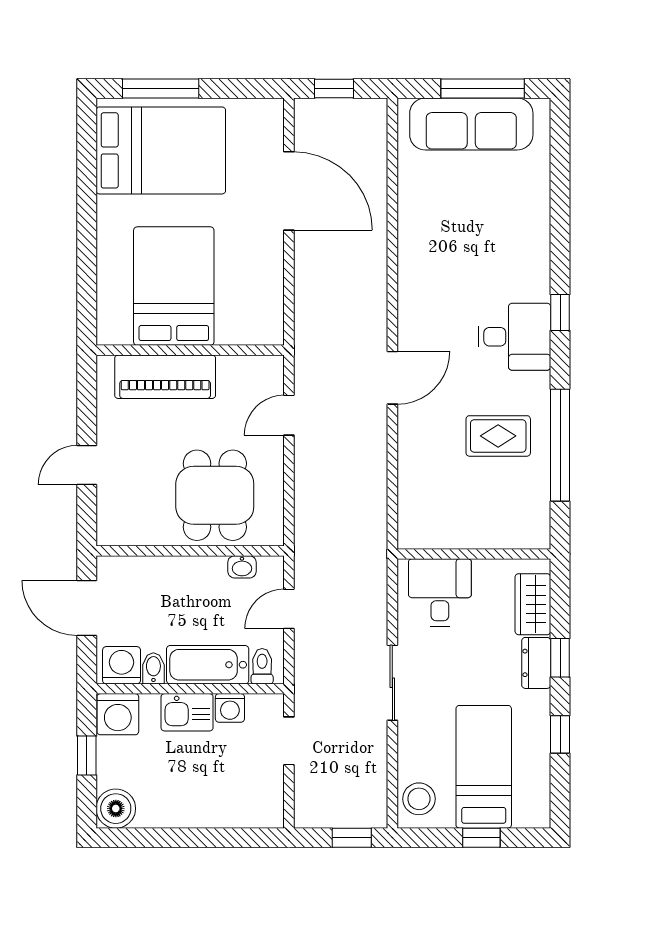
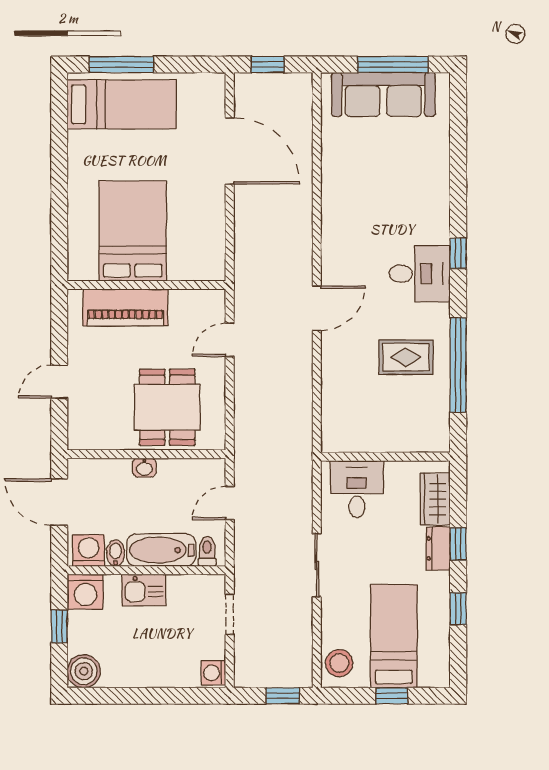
bed: (161, 150) -> (122, 104), width x0.67
washbasin: (242, 567) -> (144, 468), moved
washing machine: (230, 708) -> (213, 673), moved, turned 90

